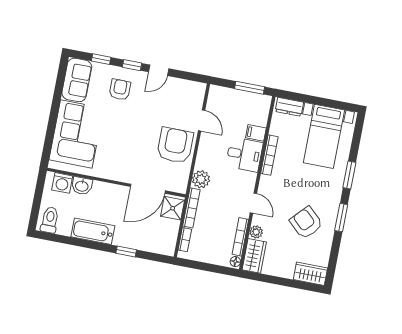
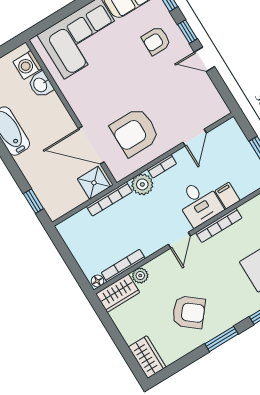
armchair: (120, 90) -> (156, 41), turned 180
armchair: (175, 145) -> (135, 132), moved, turned 180
door: (253, 203) -> (179, 240), moved
armchair: (306, 223) -> (189, 312), turned 86
bookcase: (185, 240) -> (162, 166), moved
window: (126, 251) -> (33, 201), moved

